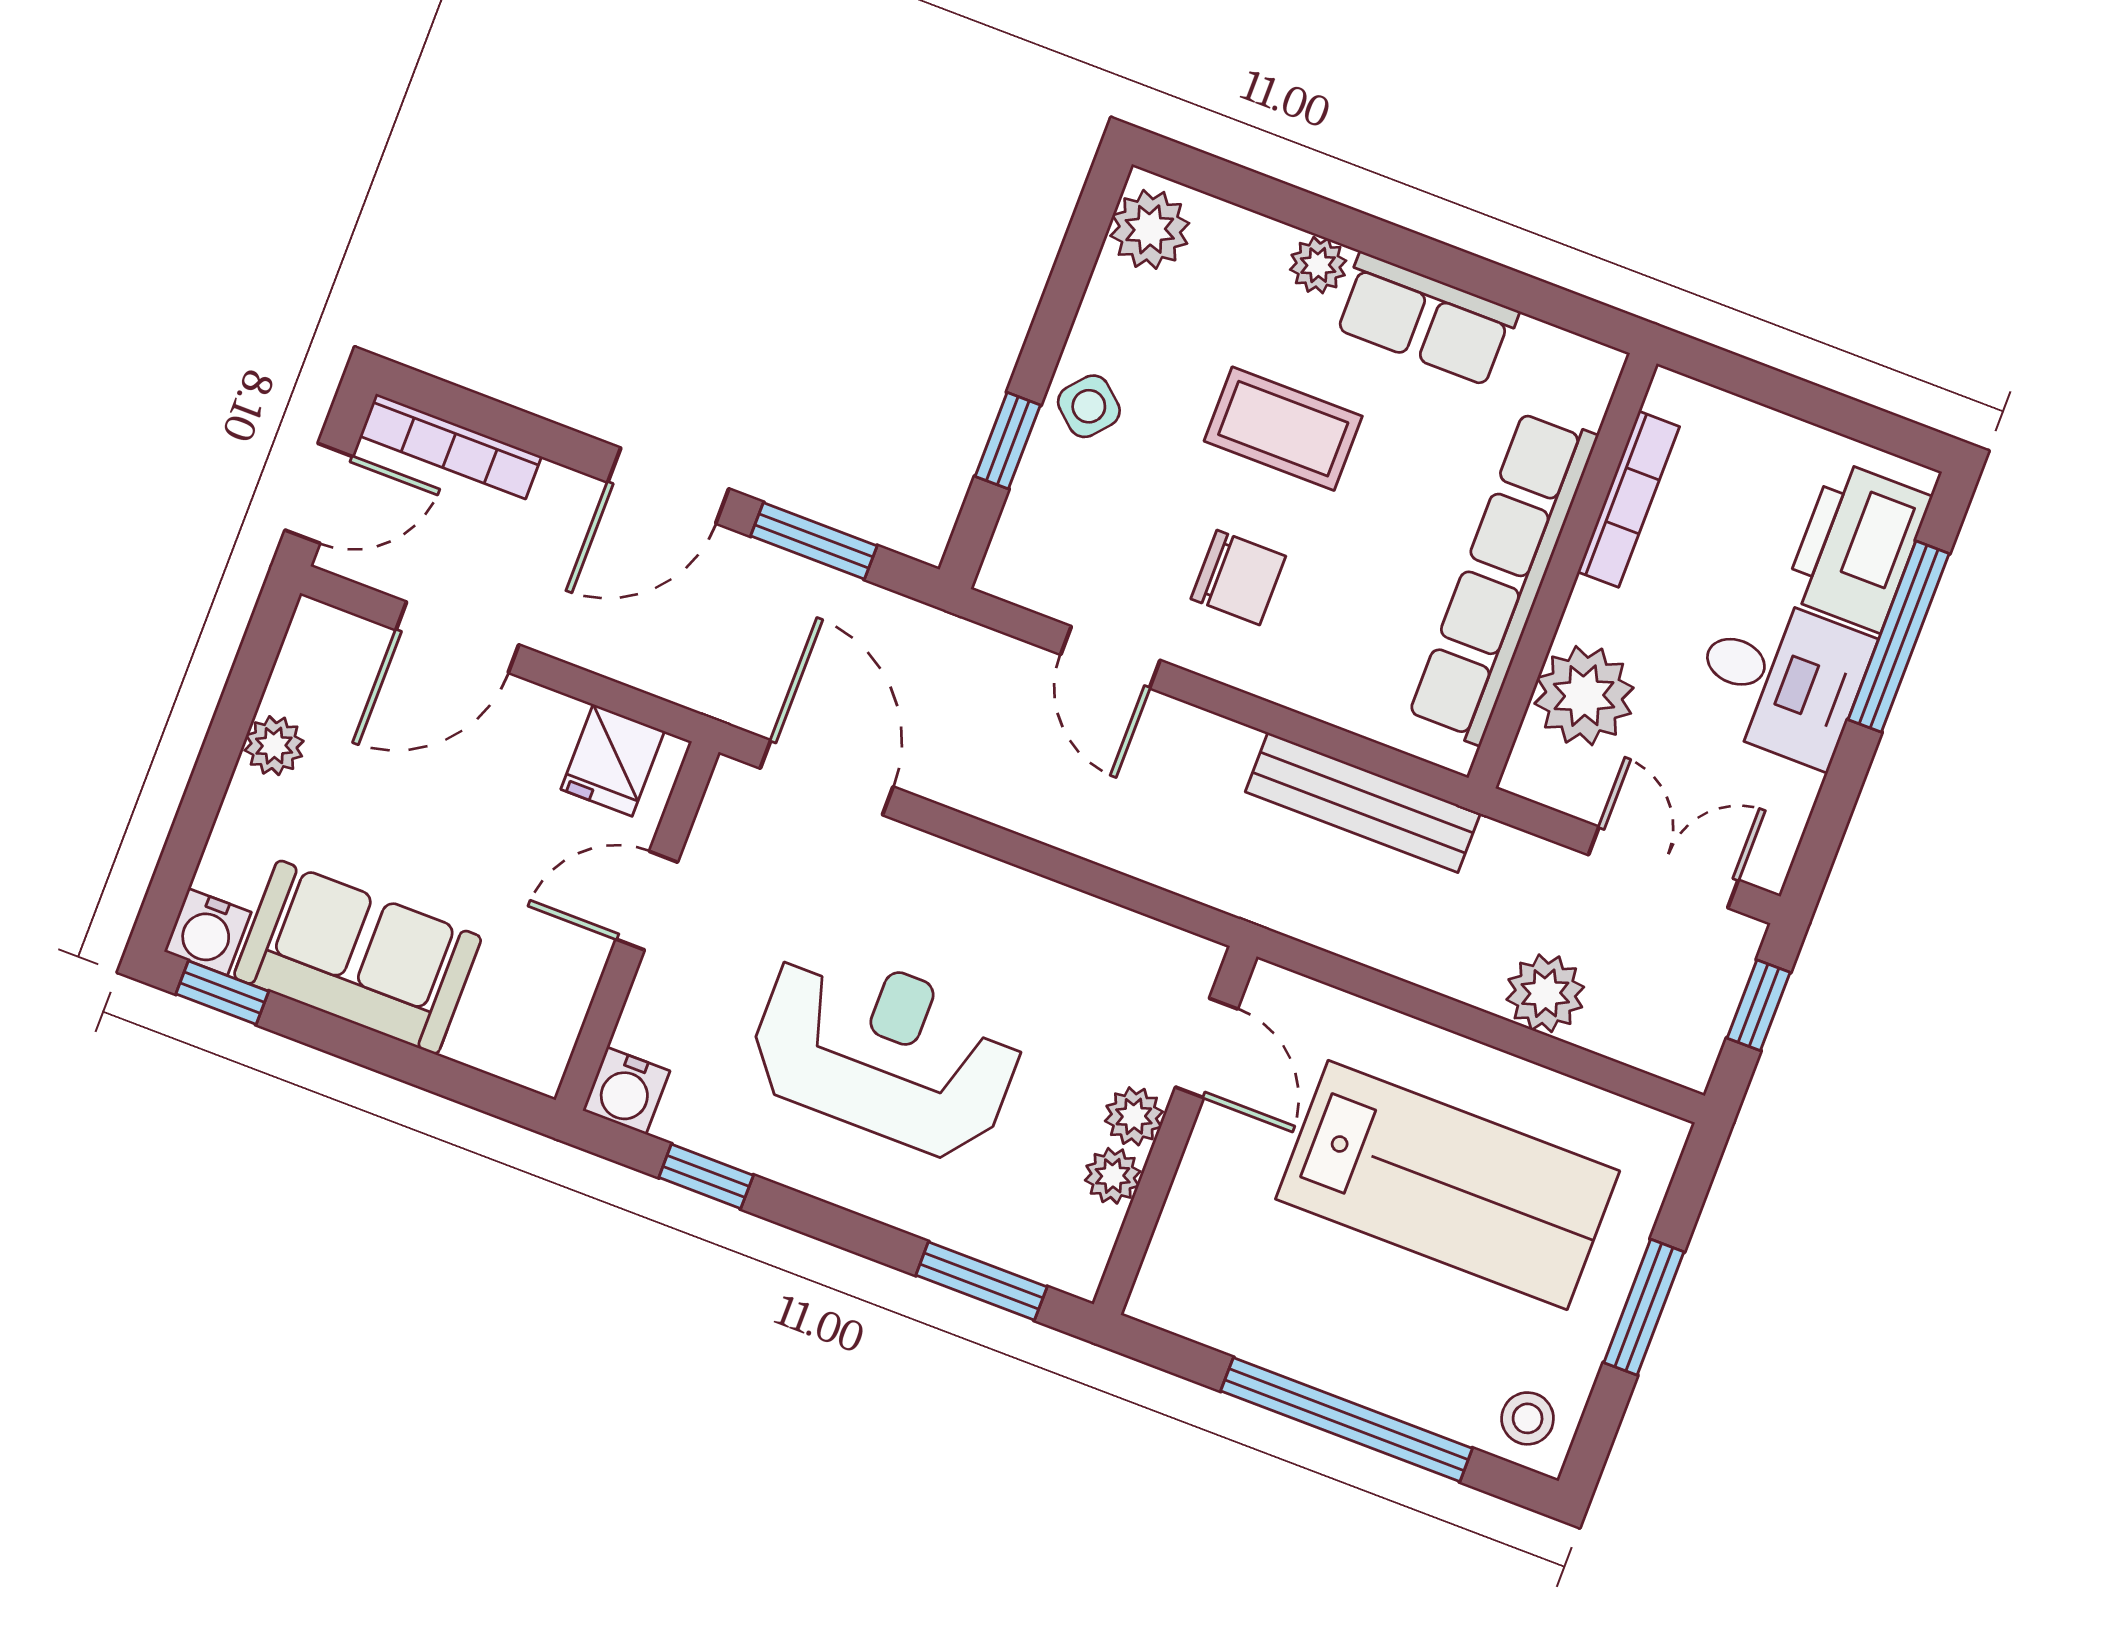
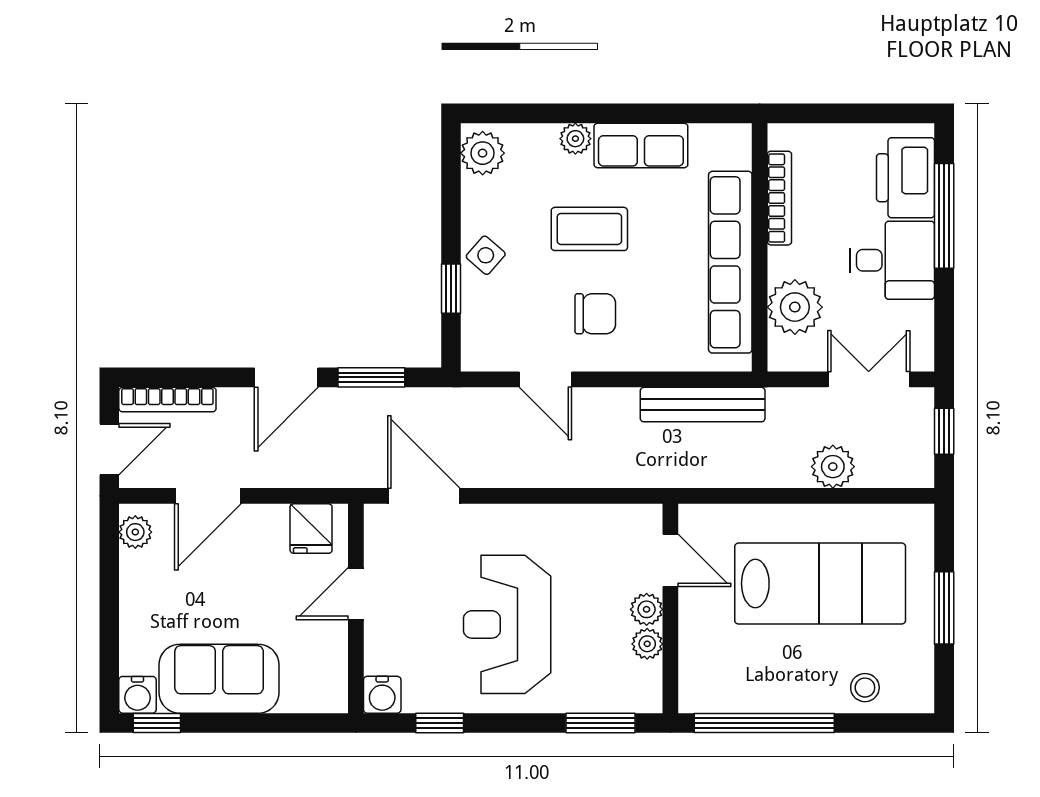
plant: (274, 746) -> (135, 532), moved
reception desk: (886, 1052) -> (507, 624), turned -90
stool: (1528, 1418) -> (865, 688), moved
window: (1347, 1420) -> (764, 723), moved

